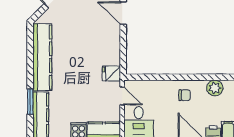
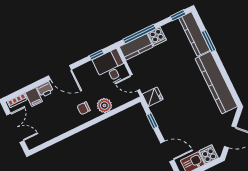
window: (123, 50) -> (152, 121), added
plant: (215, 88) -> (104, 105), moved

